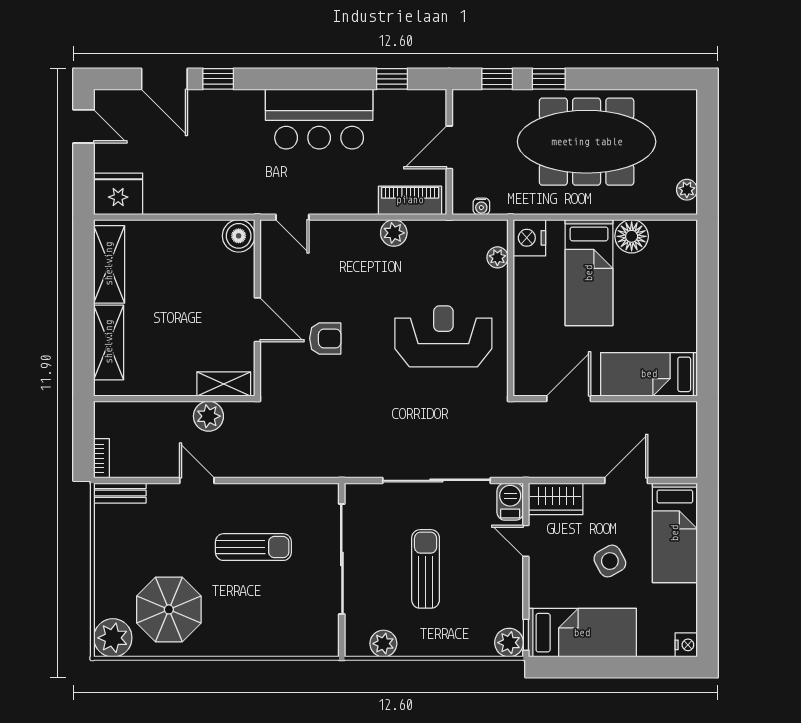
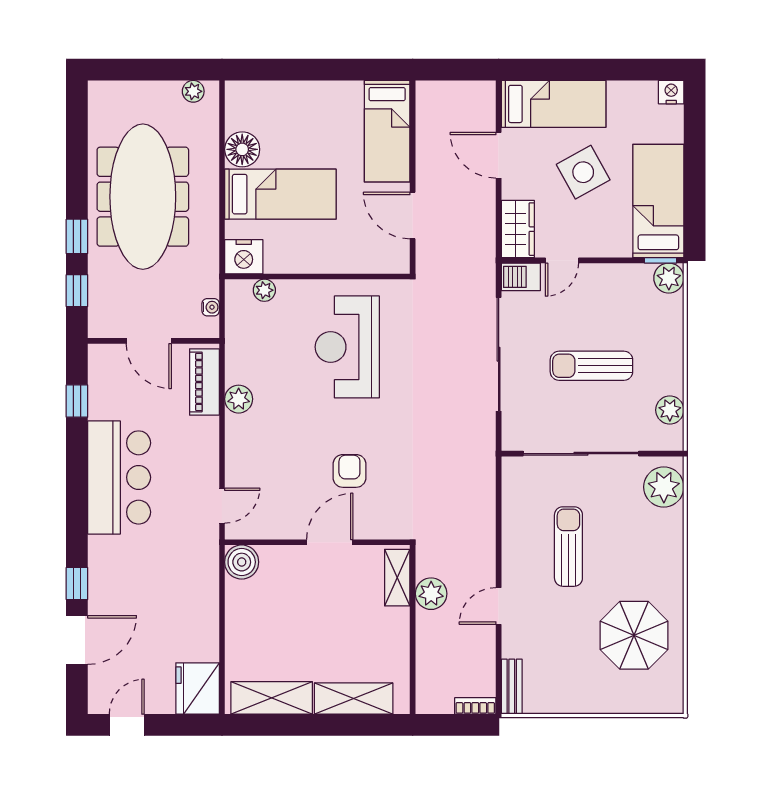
side table: (610, 561) -> (583, 172), width x1.37, depth x1.37
plant: (113, 638) -> (664, 487), moved

